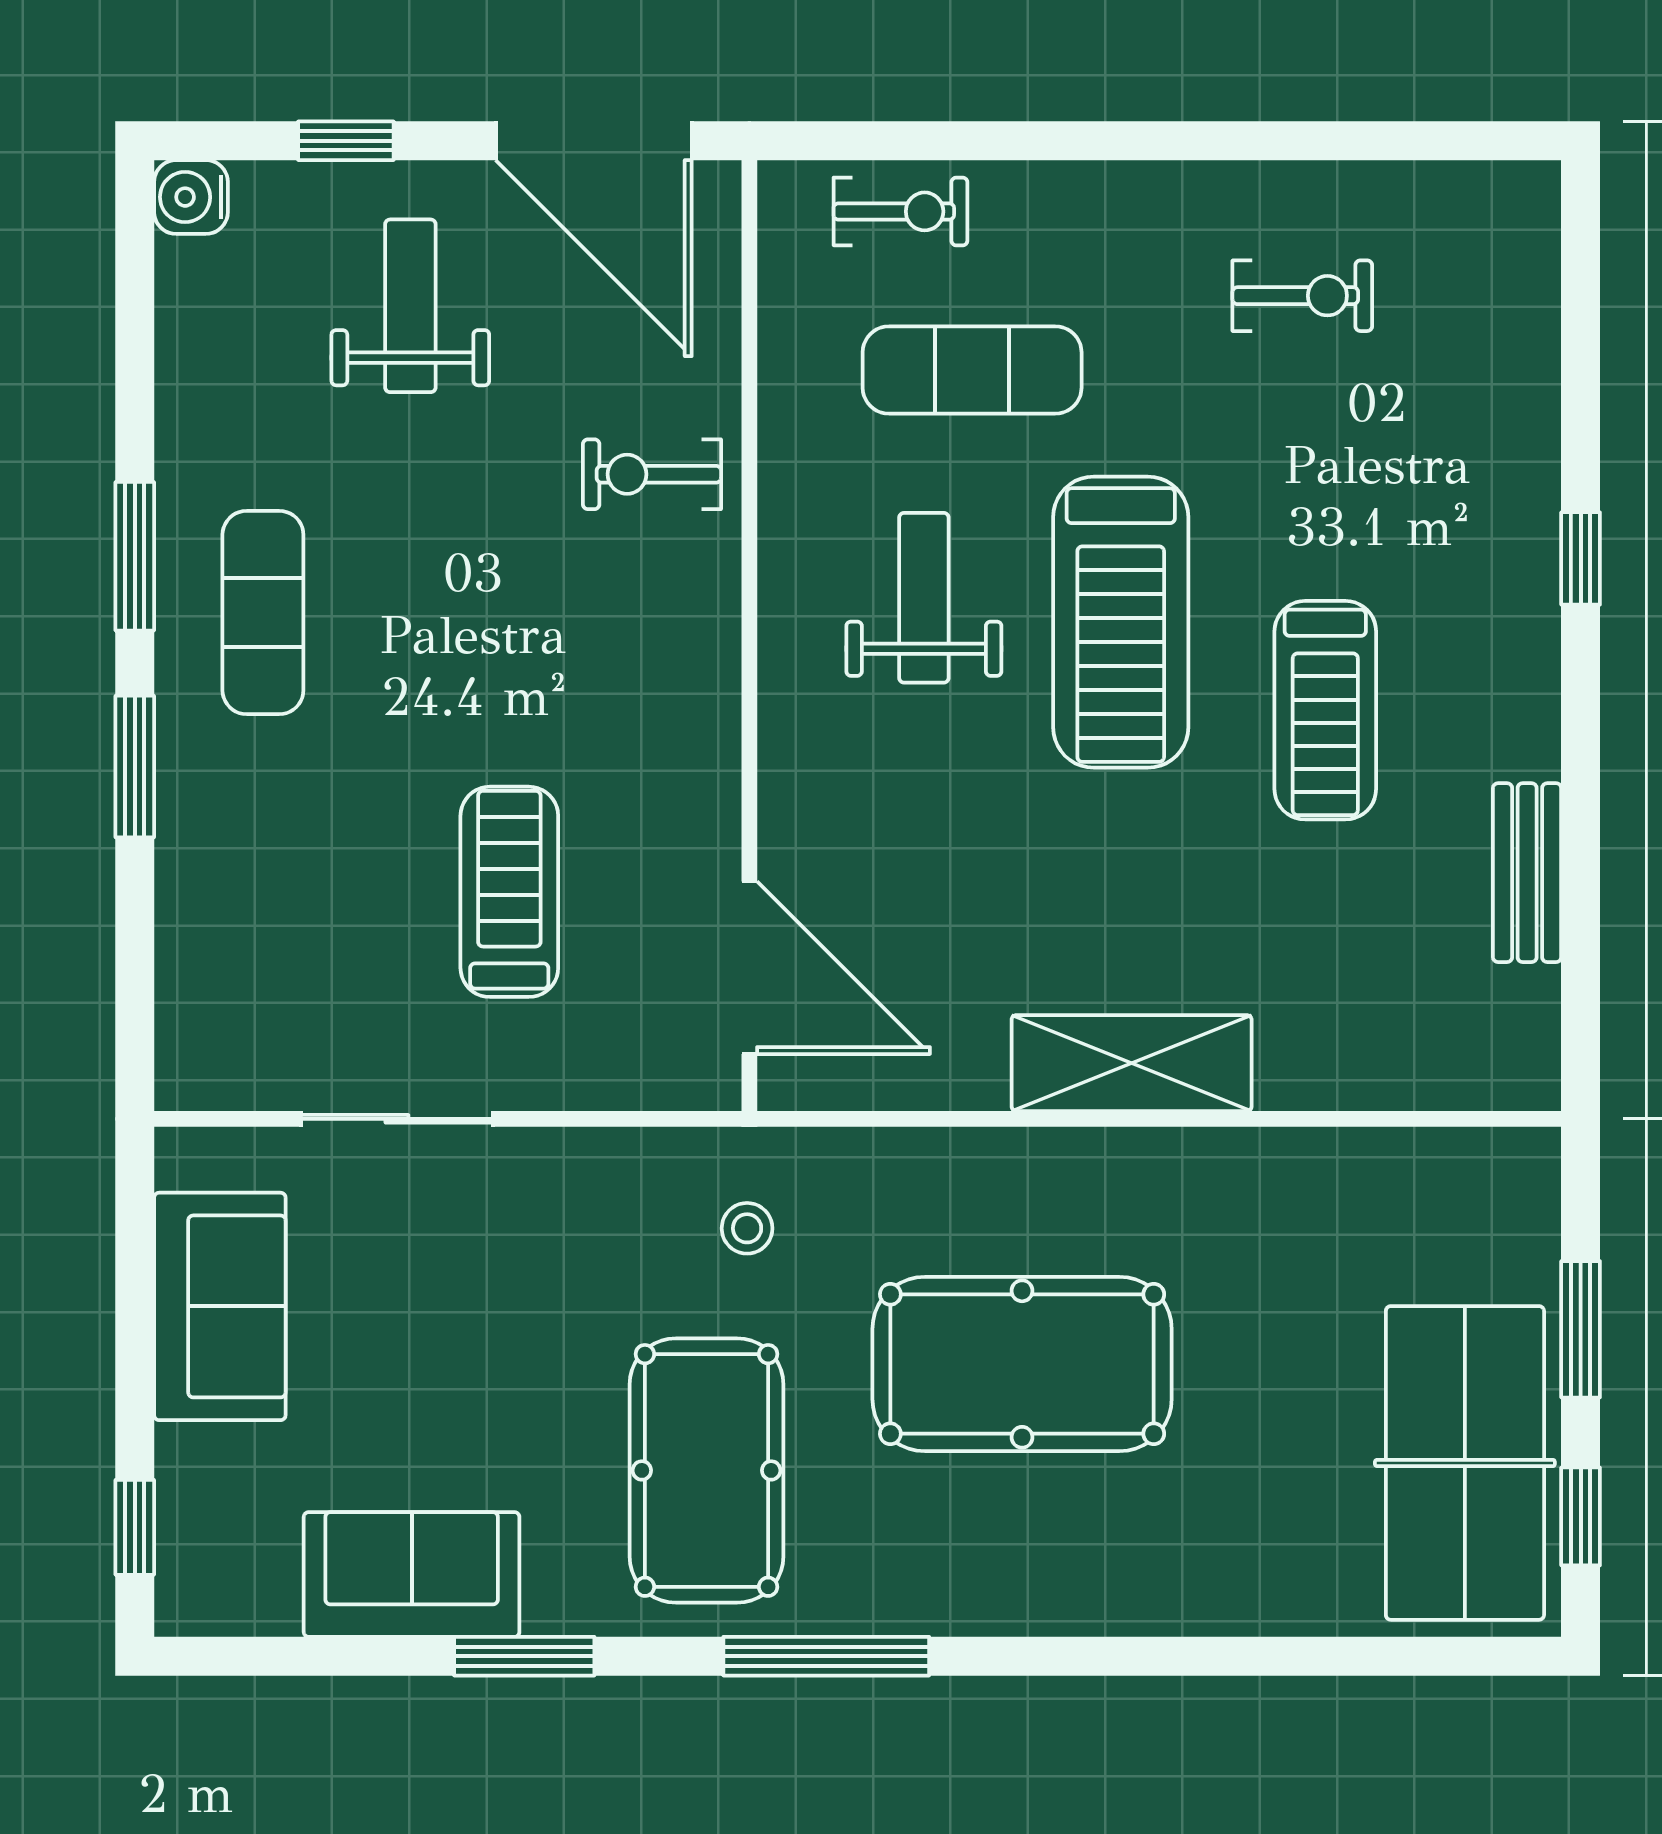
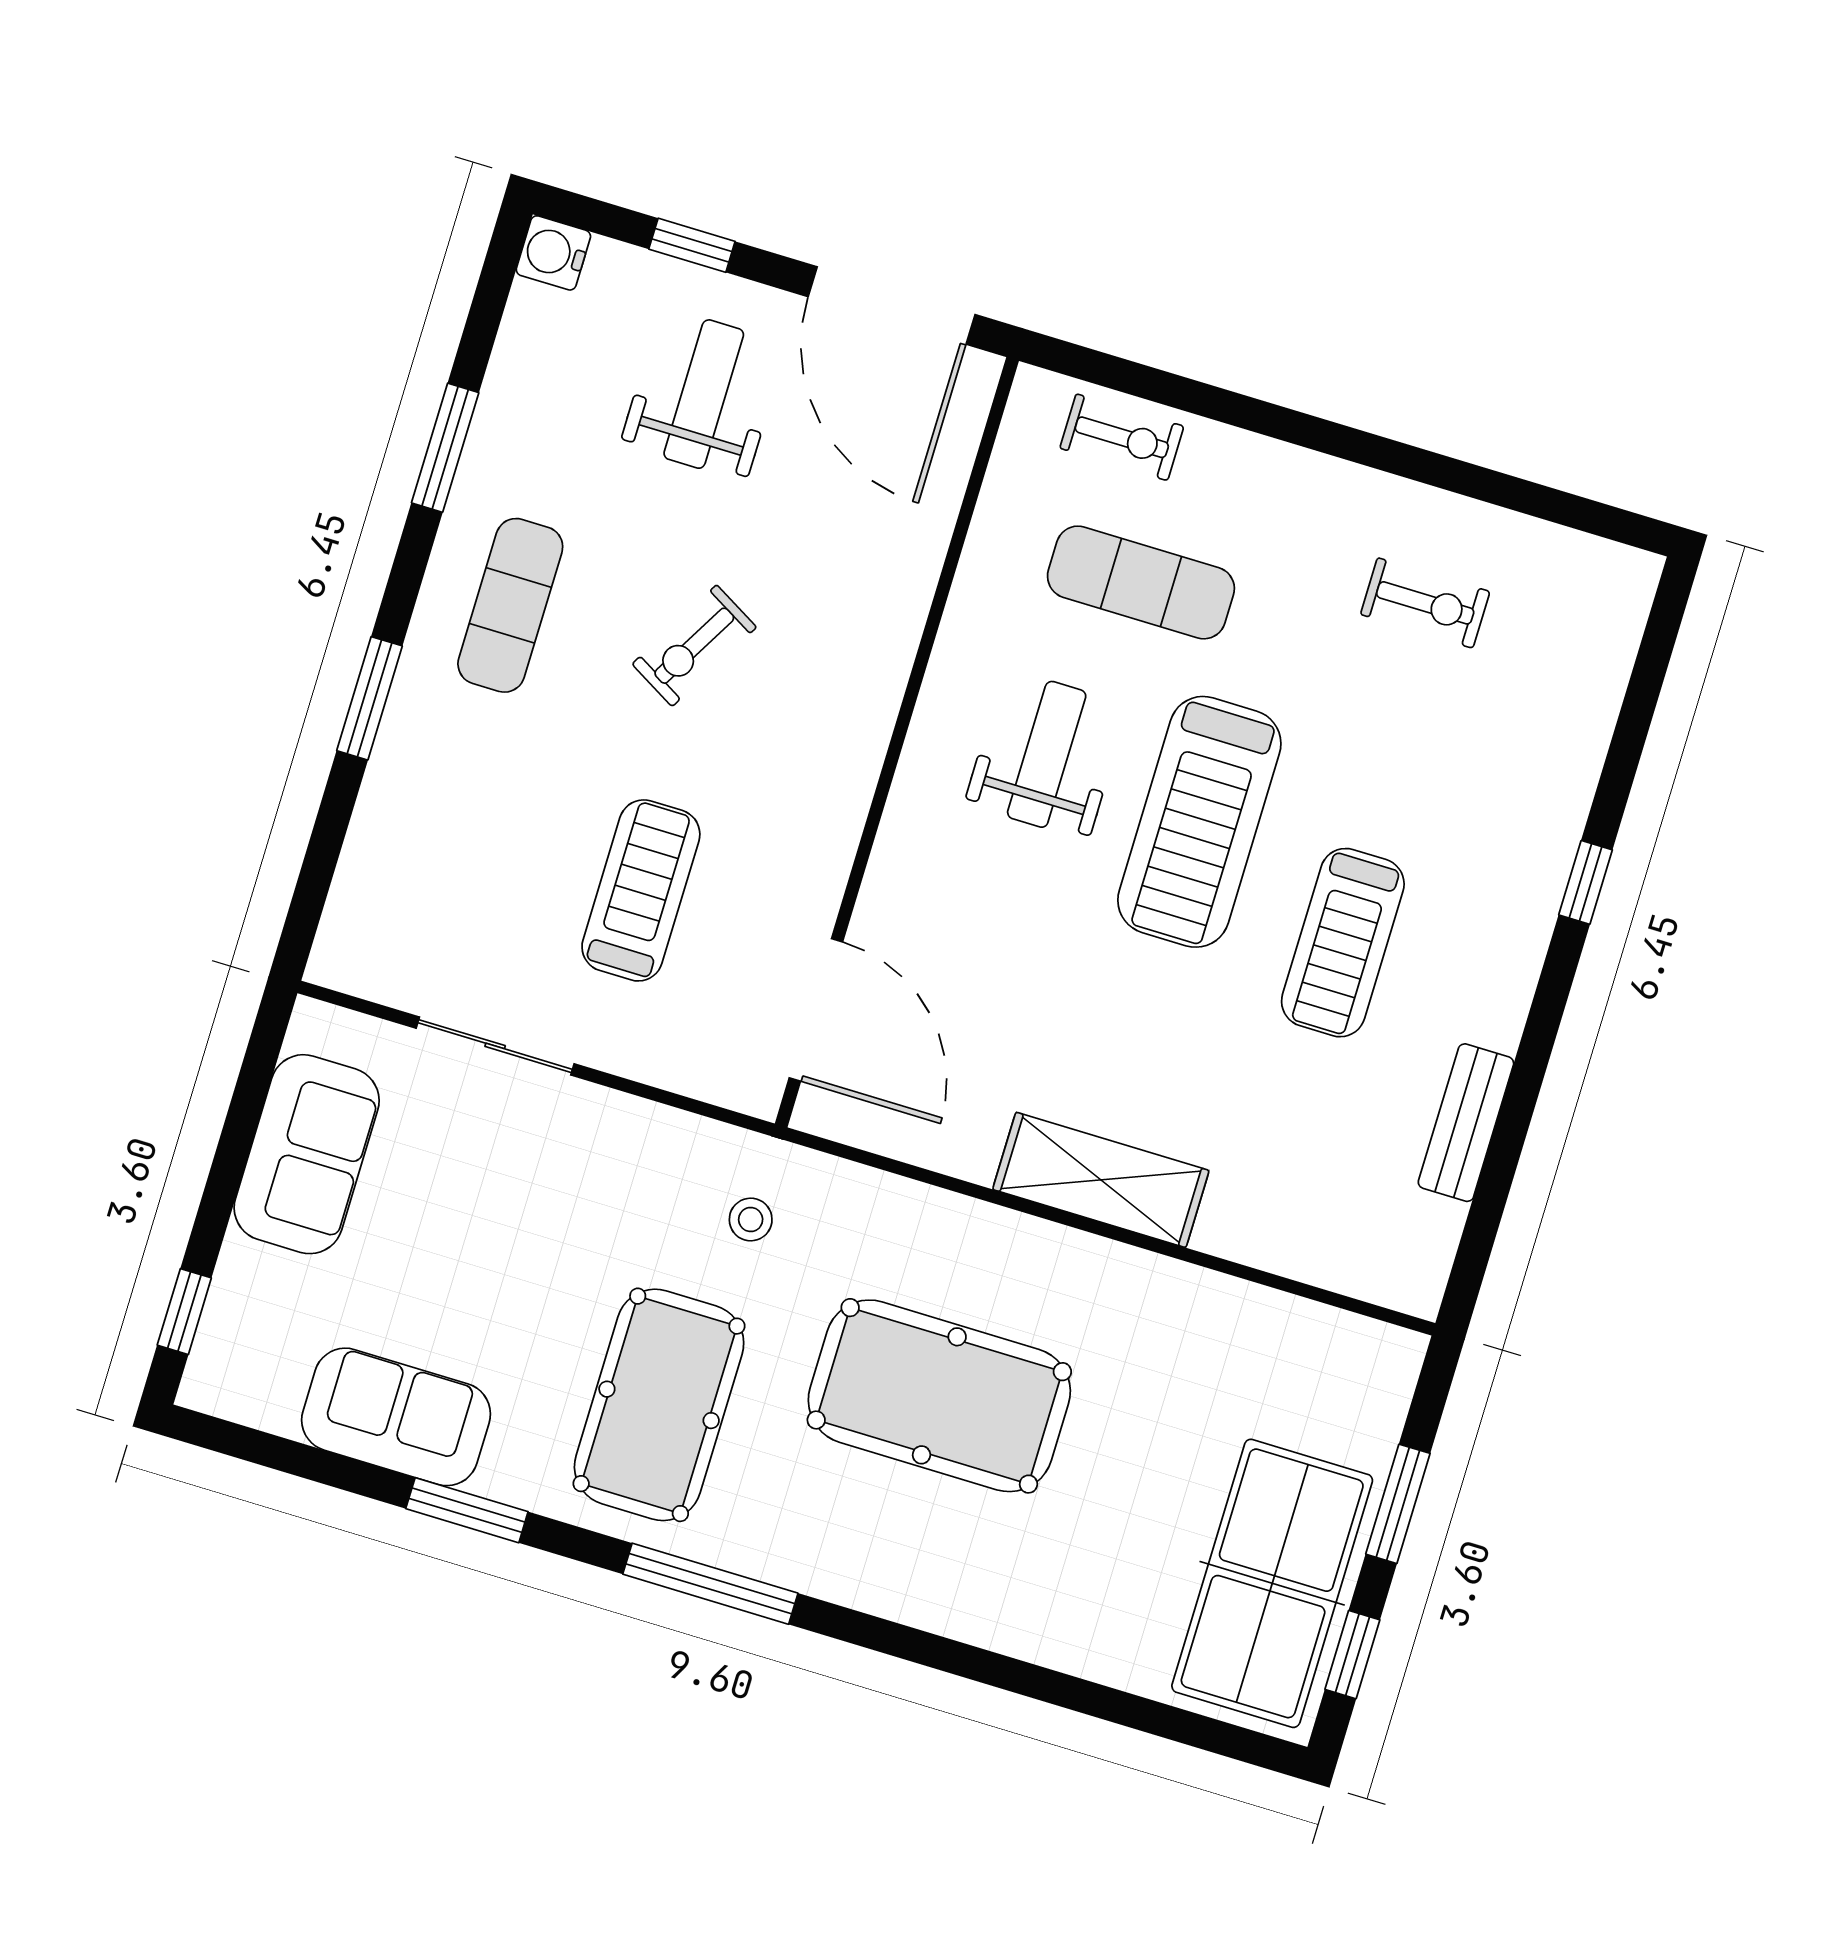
exercise bike: (652, 474) -> (694, 646), moved, turned -60
window: (135, 556) -> (445, 448), moved

